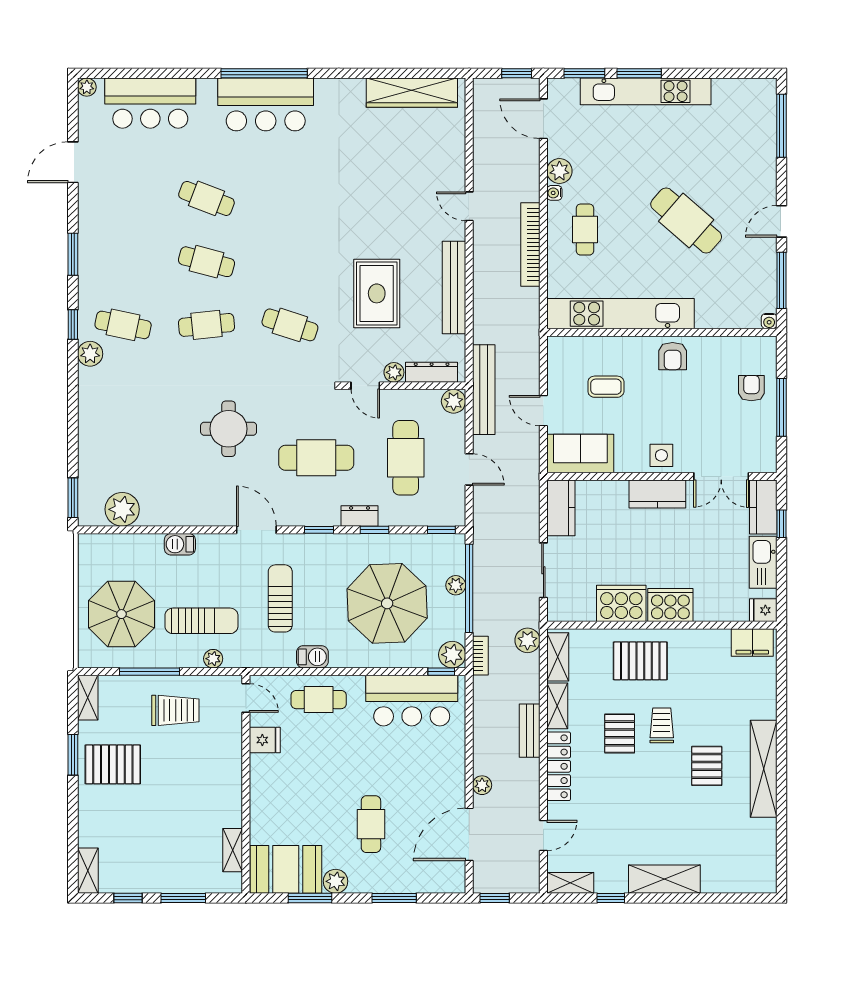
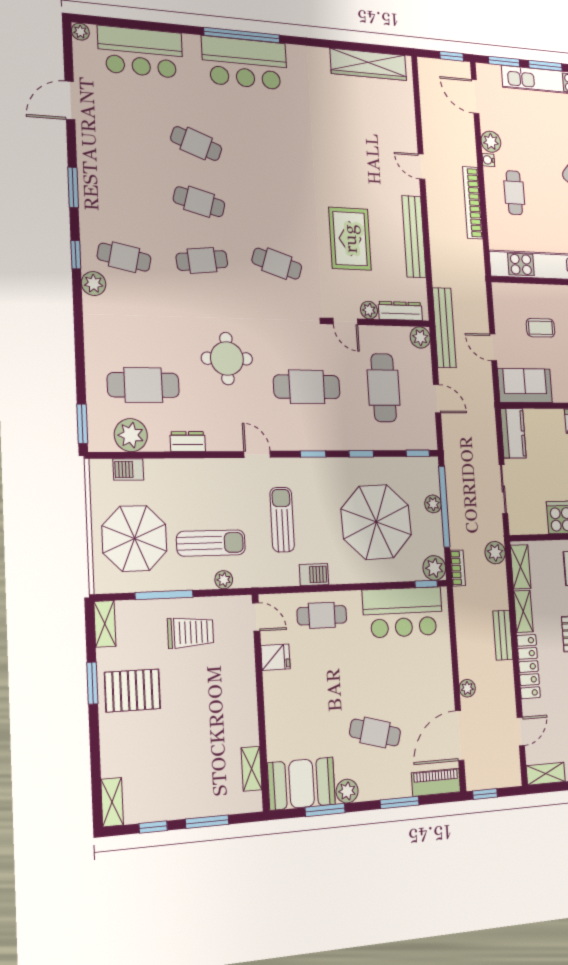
cafe table: (137, 458) -> (143, 385), added
dresser: (360, 516) -> (188, 441), moved
door: (256, 530) -> (257, 454), width x0.73
barbecue: (180, 544) -> (128, 469), moved
cafe table: (371, 824) -> (375, 733), turned -75
piano: (438, 881) -> (436, 782), added

